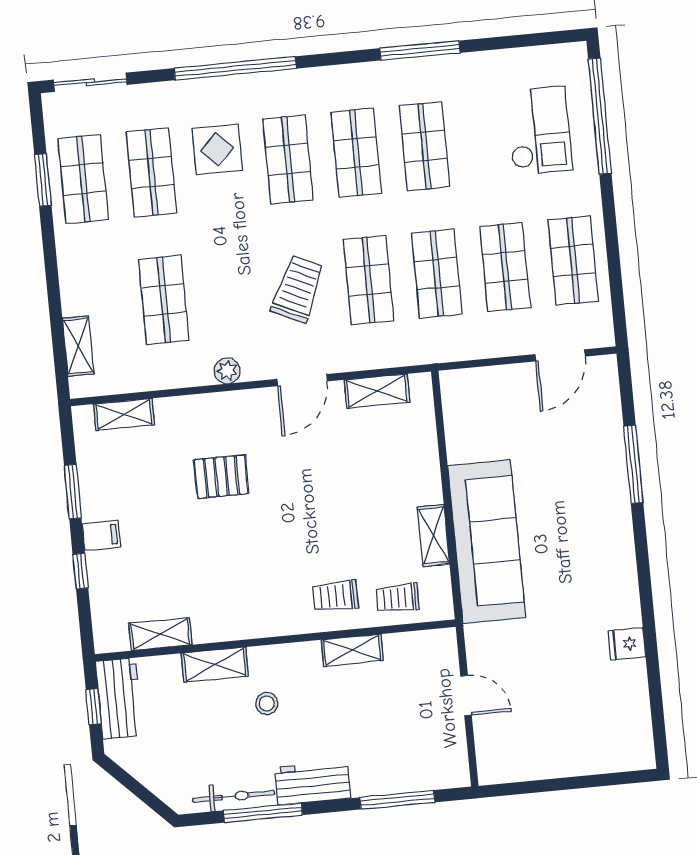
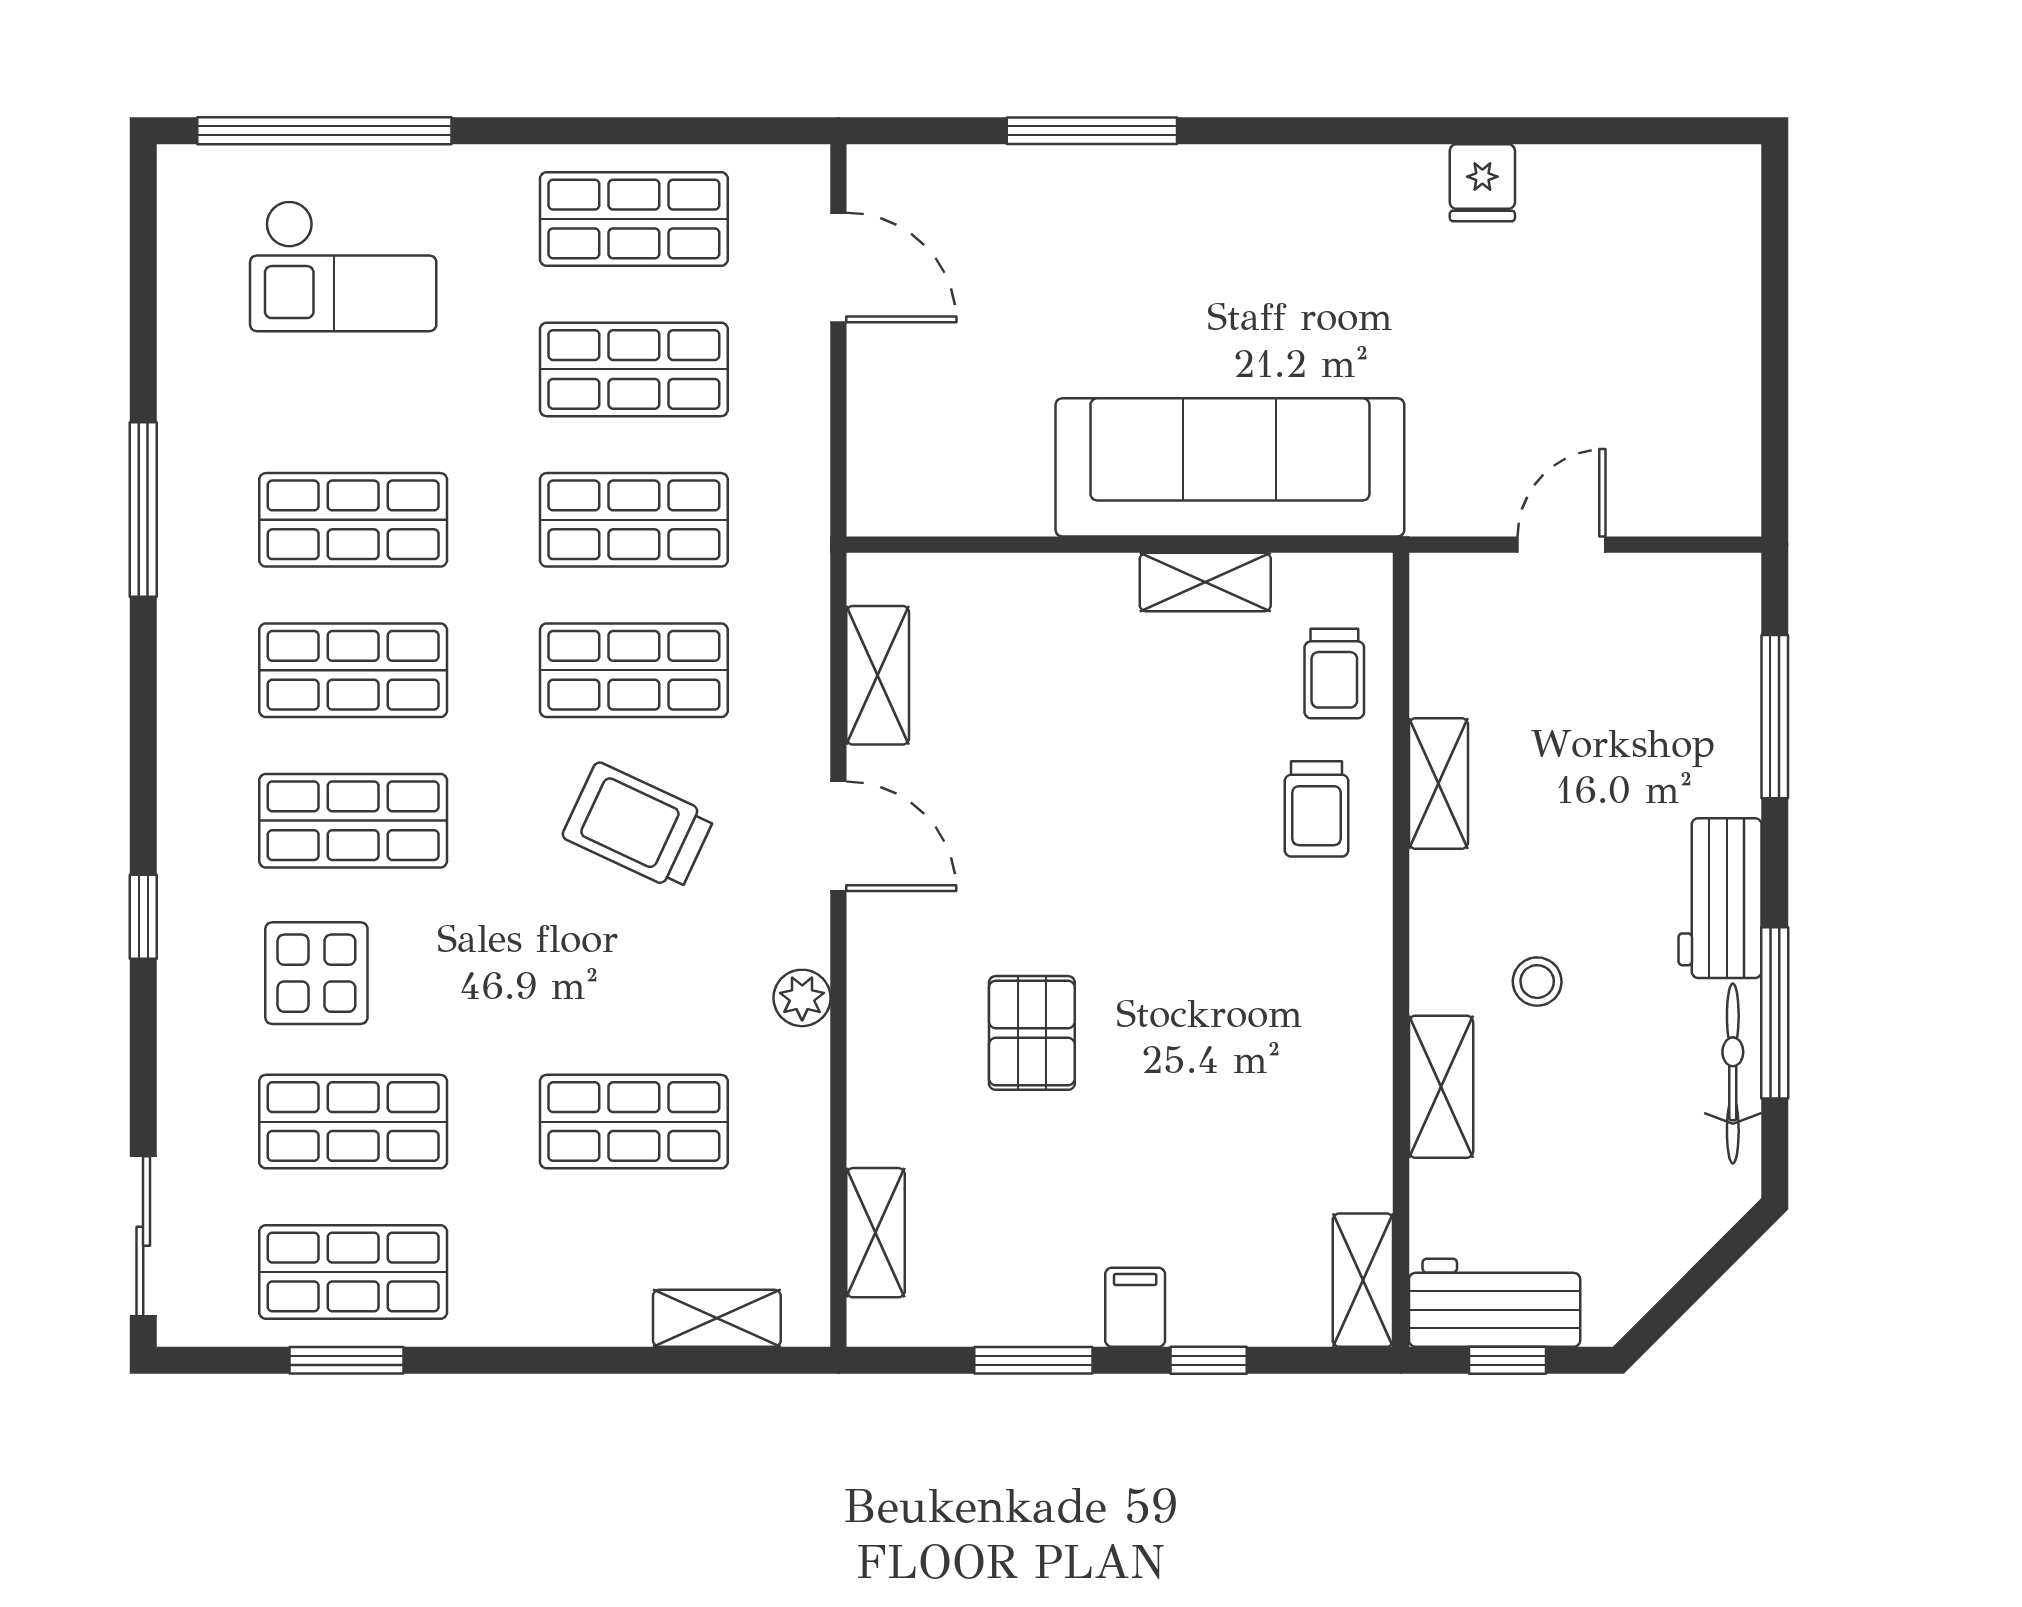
window: (235, 68) -> (143, 917), width x0.32
checkout: (539, 131) -> (343, 266), turned 180
shelving: (160, 634) -> (1363, 1280), moved

